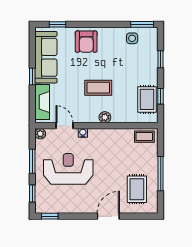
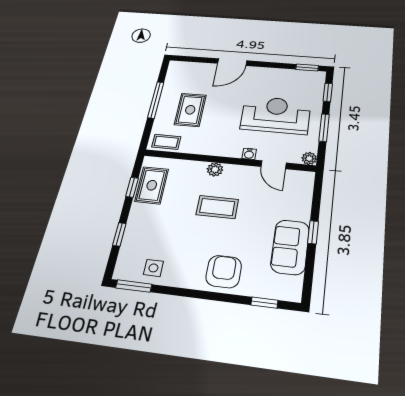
sofa: (46, 57) -> (290, 247), width x0.73
fireplace: (42, 102) -> (302, 197), removed
reception desk: (68, 169) -> (276, 115), turned 180
rug: (137, 189) -> (190, 110), moved

